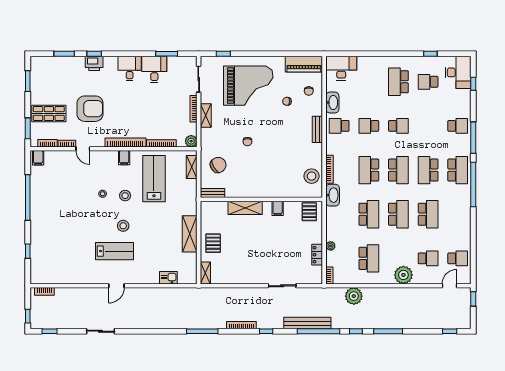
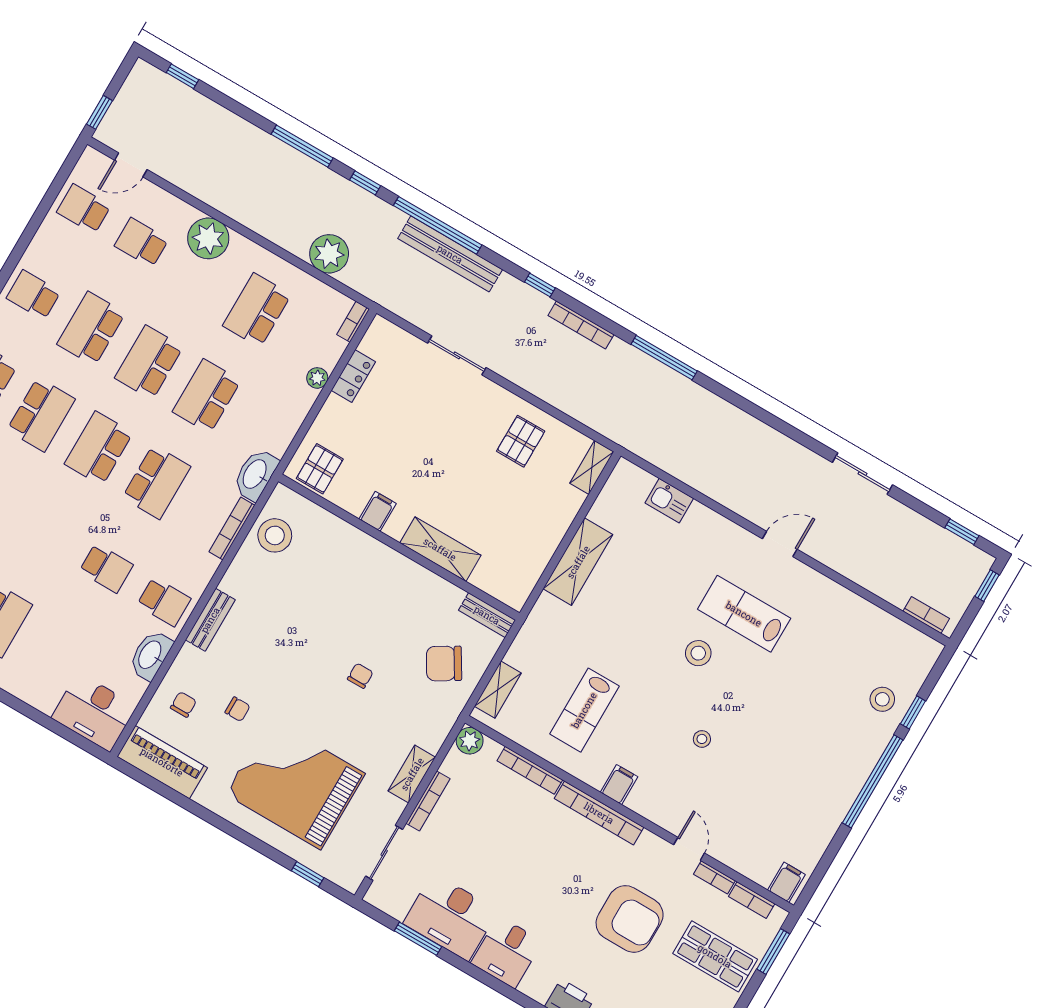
desk: (154, 69) -> (451, 917), width x1.37
armchair: (90, 109) -> (630, 919), turned 180
school desk: (398, 126) -> (33, 295), moved
lab bench: (154, 179) -> (584, 710), width x0.73, depth x0.72
stool: (125, 196) -> (882, 699), moved
window: (28, 198) -> (873, 781), moved
pallet: (213, 243) -> (521, 441), moved

